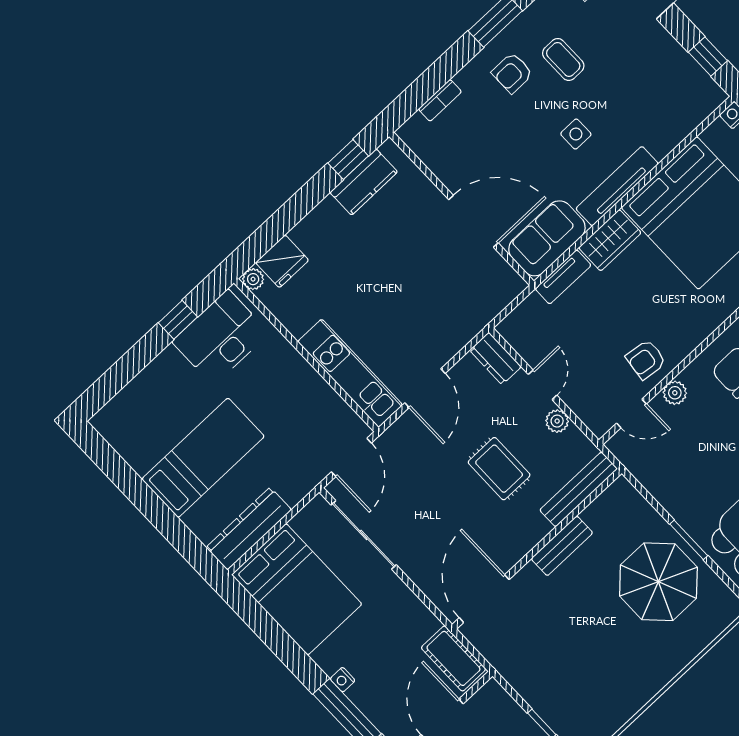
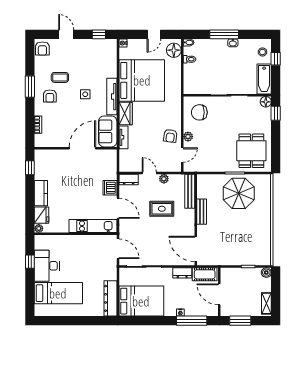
kitchen counter: (364, 182) -> (41, 193), moved
desk: (221, 337) -> (47, 266), moved
dishwasher: (449, 339) -> (110, 188), added
bed: (203, 458) -> (58, 293), moved, turned 90
dresser: (417, 615) -> (182, 273), added

